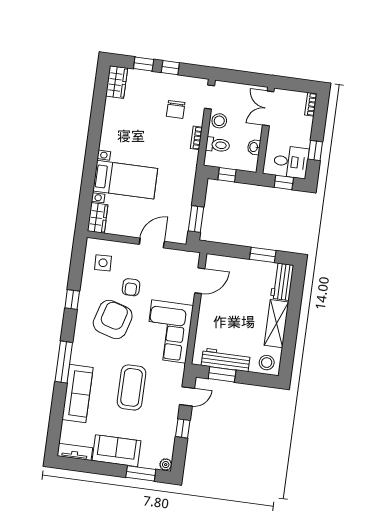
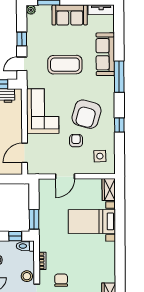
toilet: (218, 145) -> (25, 246), moved
window: (196, 219) -> (34, 219), moved
coffee table: (132, 387) -> (65, 65), turned 90

